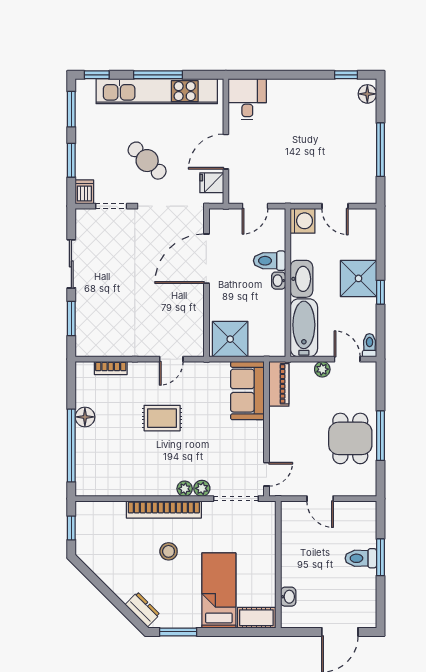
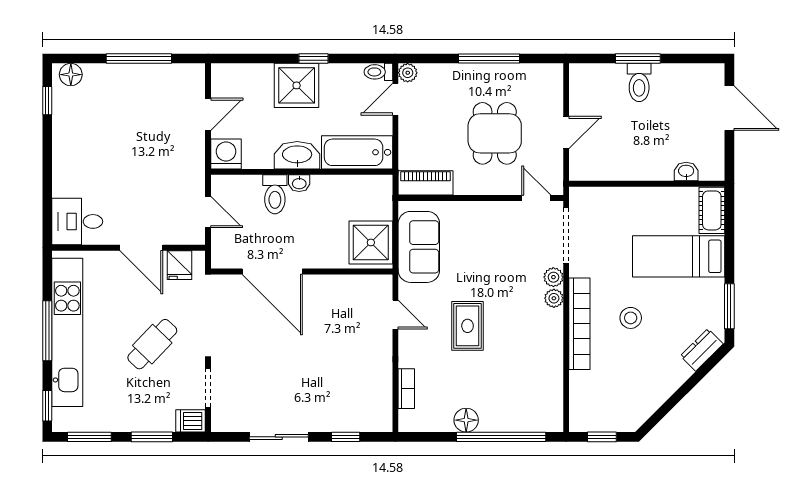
window: (71, 319) -> (346, 437), width x0.67
plant: (322, 369) -> (408, 73), moved
sofa: (247, 391) -> (419, 247), moved, turned -90
dining table: (350, 438) -> (495, 133), moved, turned 90

